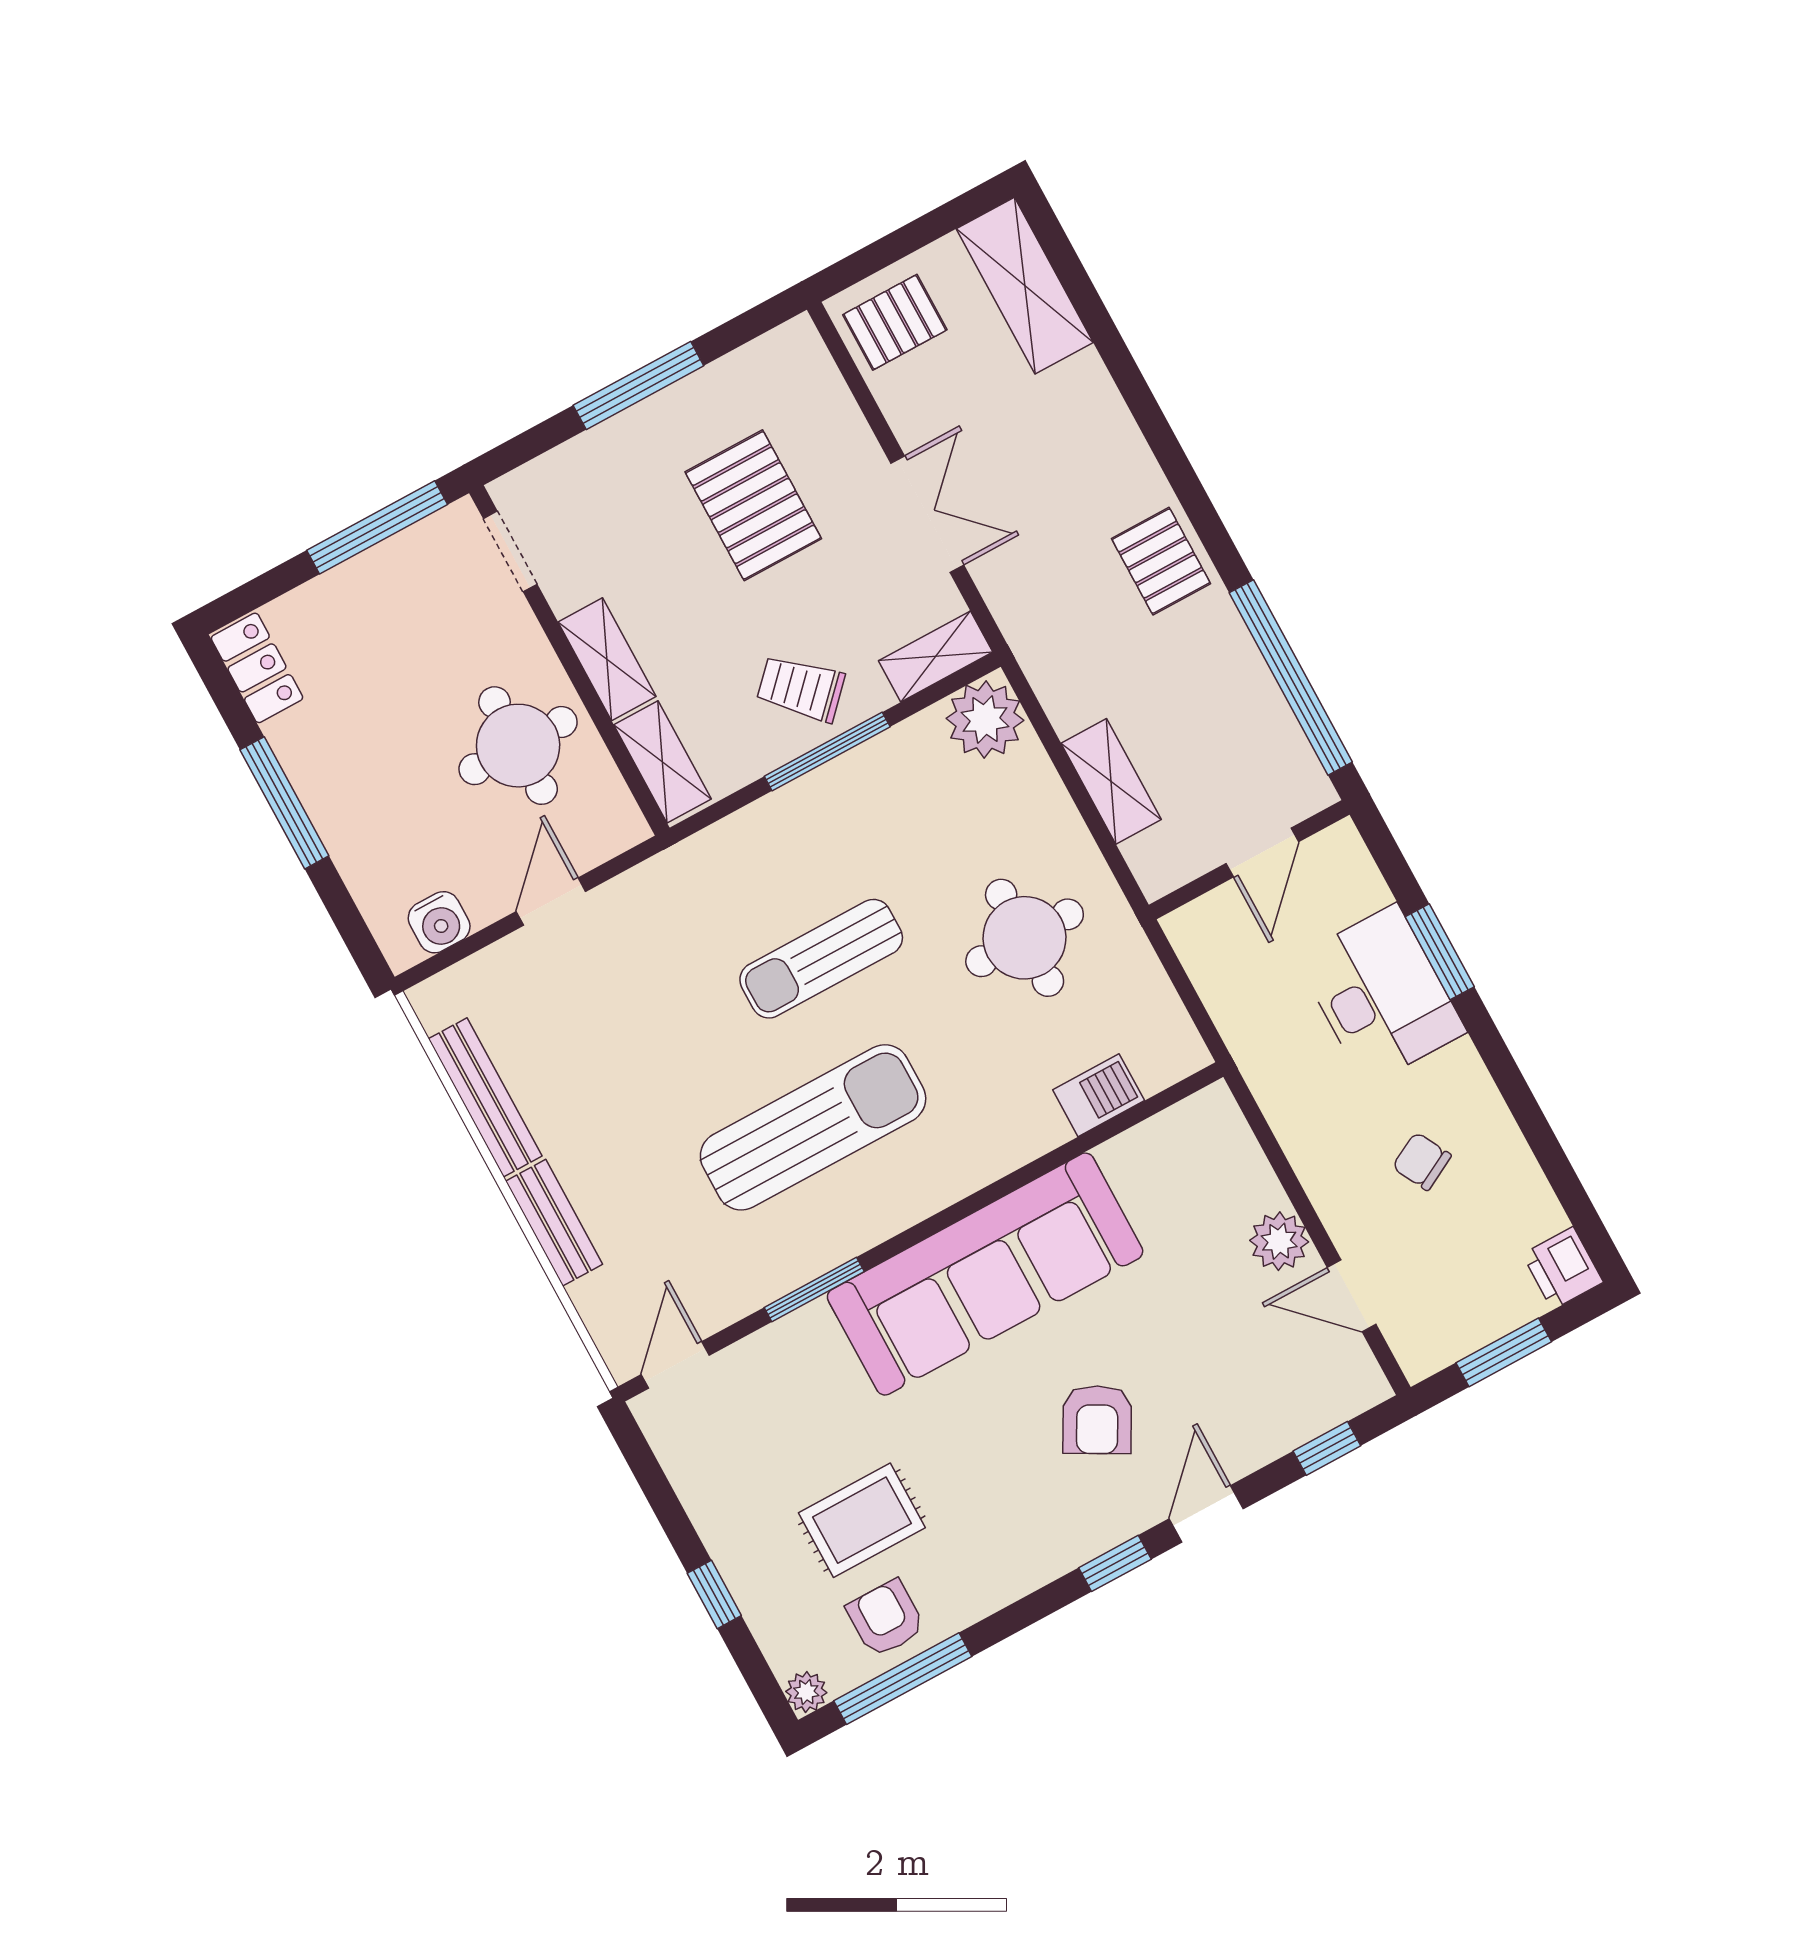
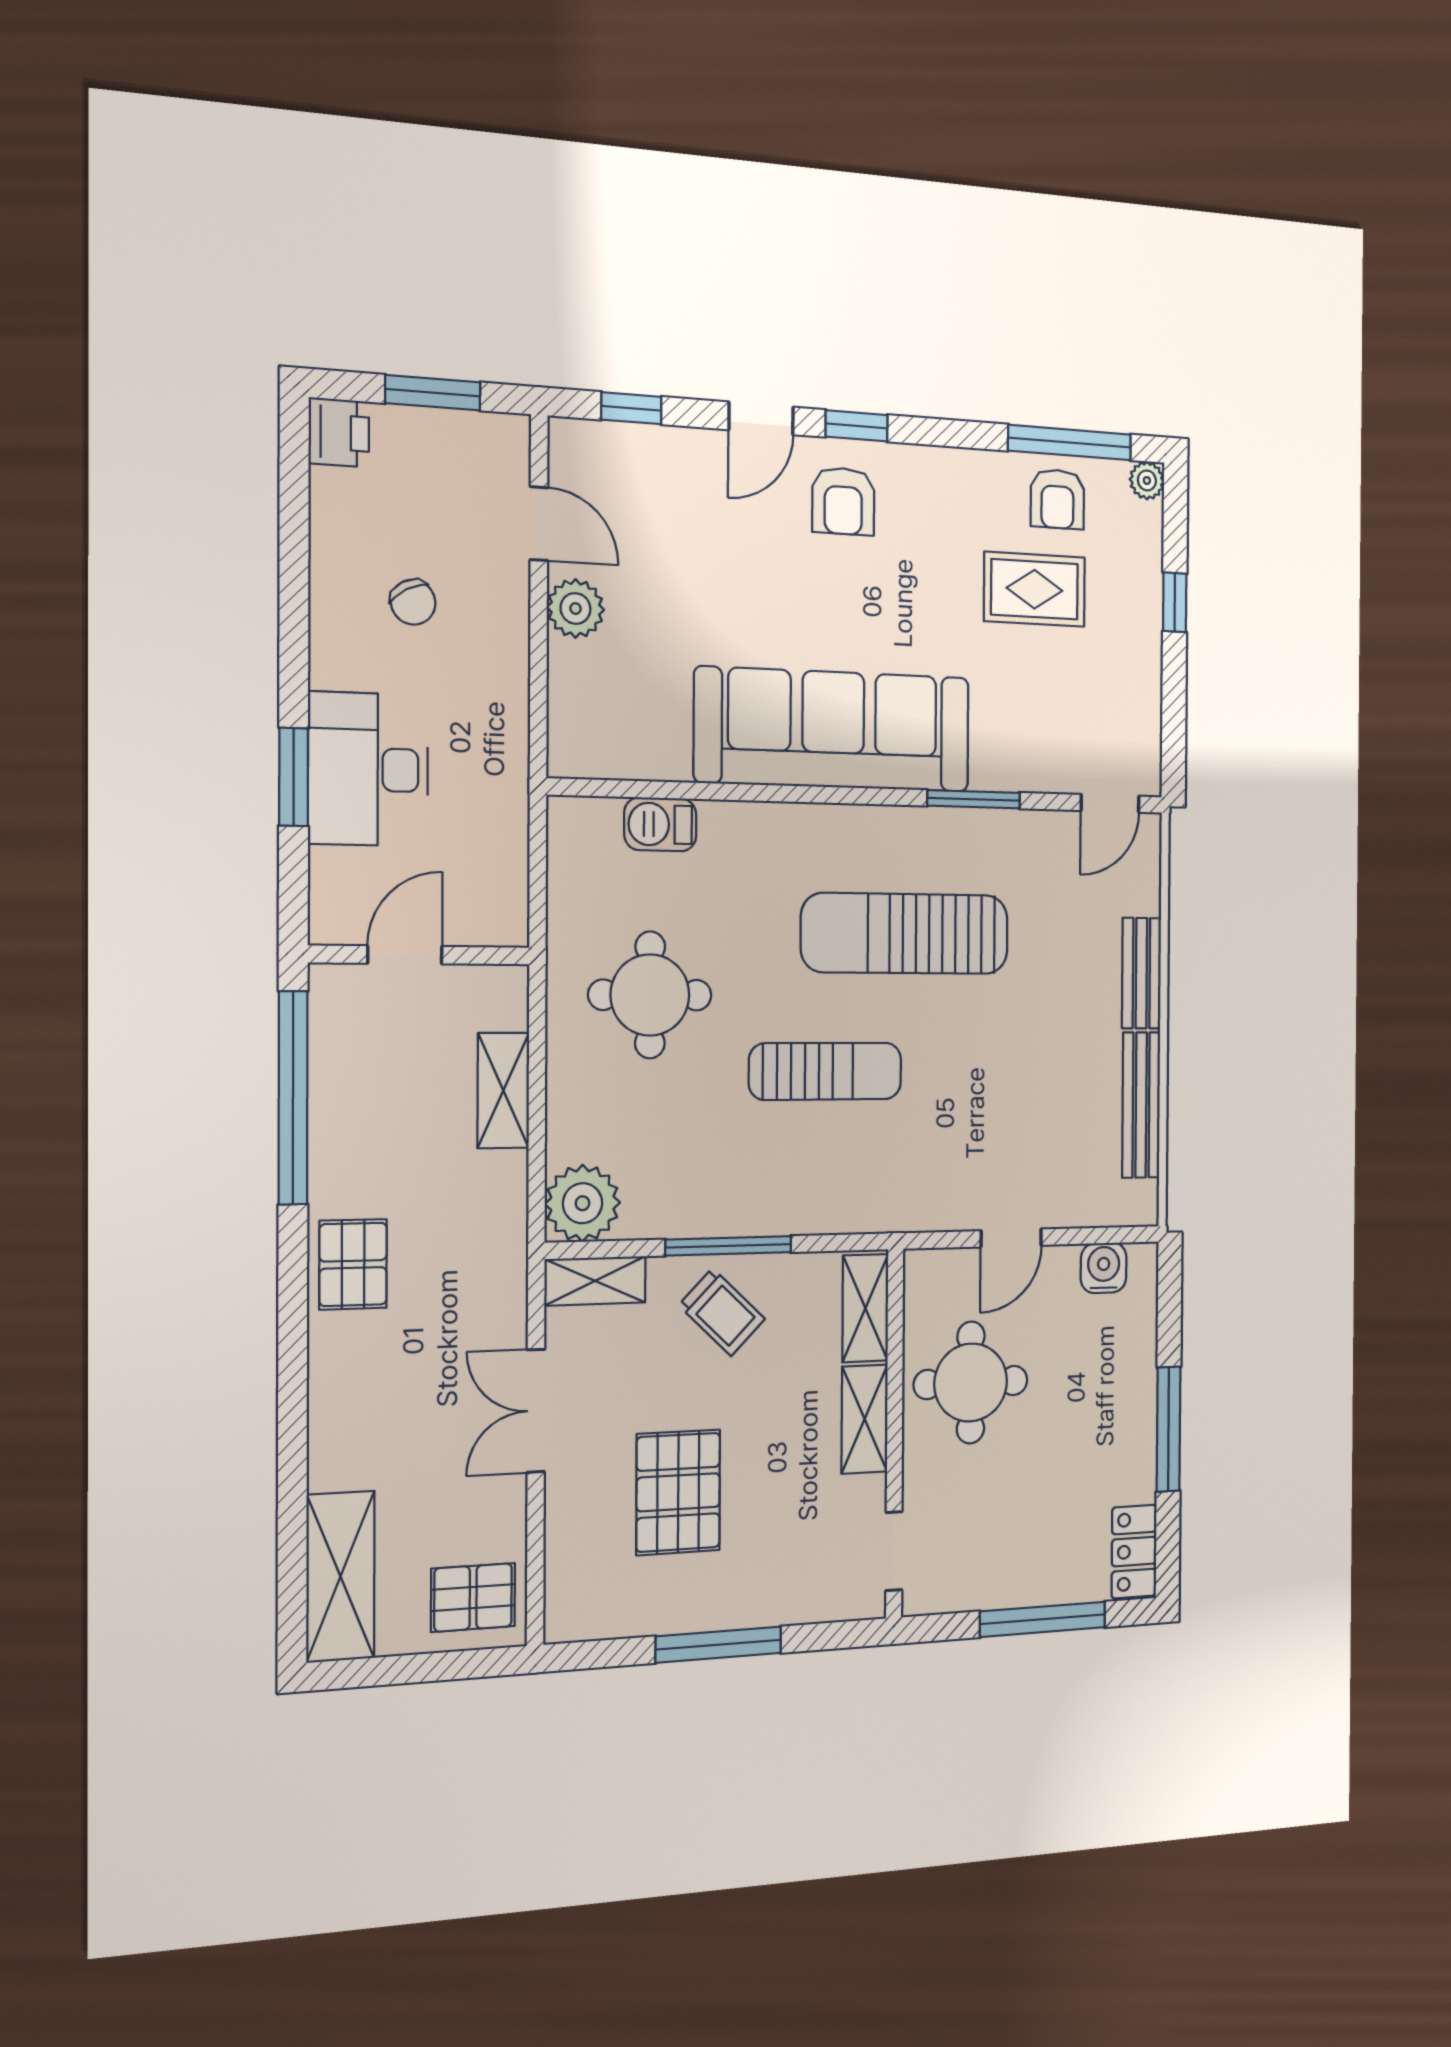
window: (377, 527) -> (1043, 1619), moved
armchair: (1097, 1420) -> (843, 501), moved, turned 151

